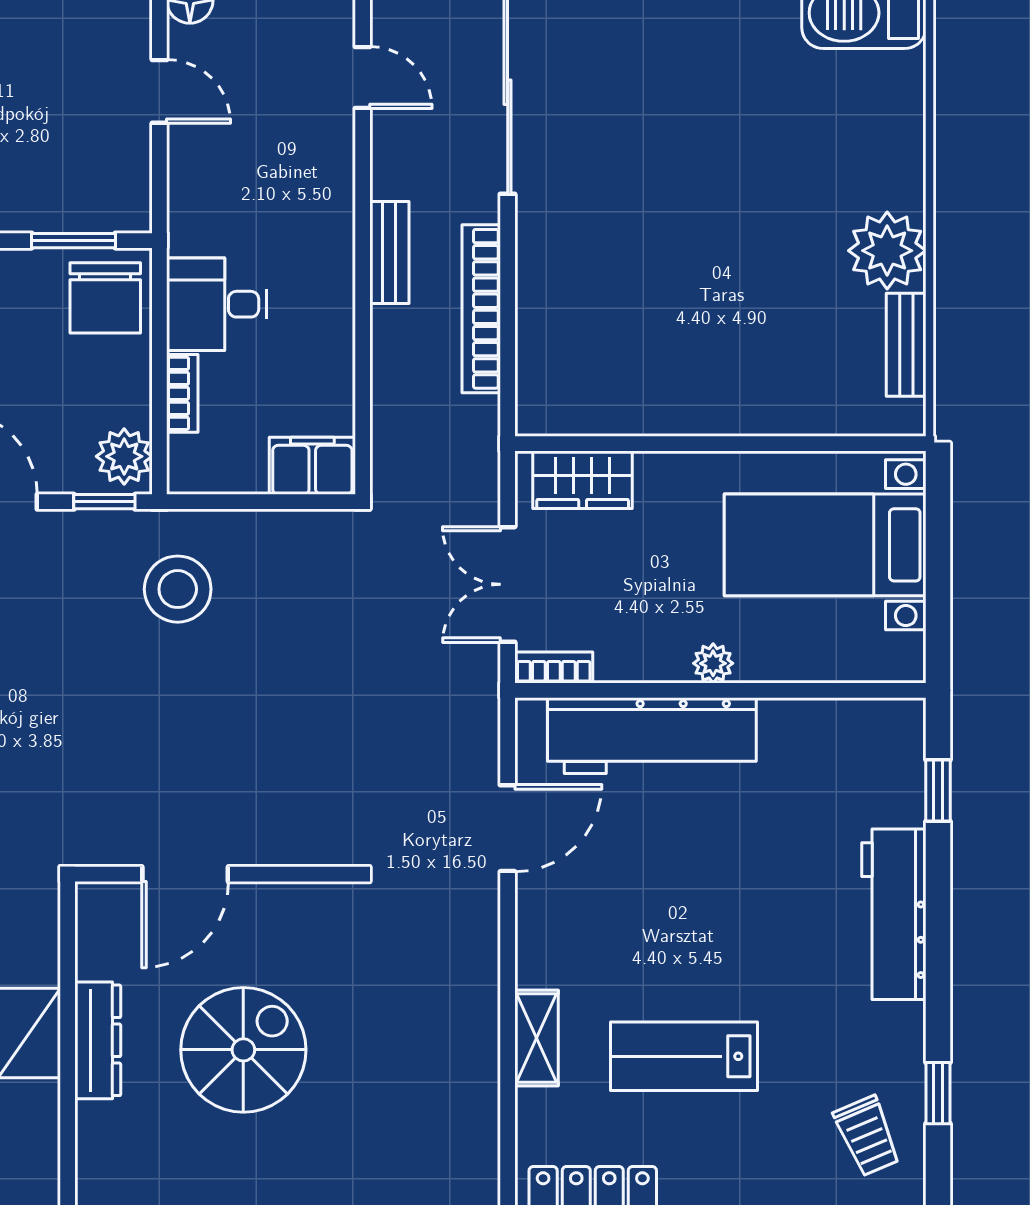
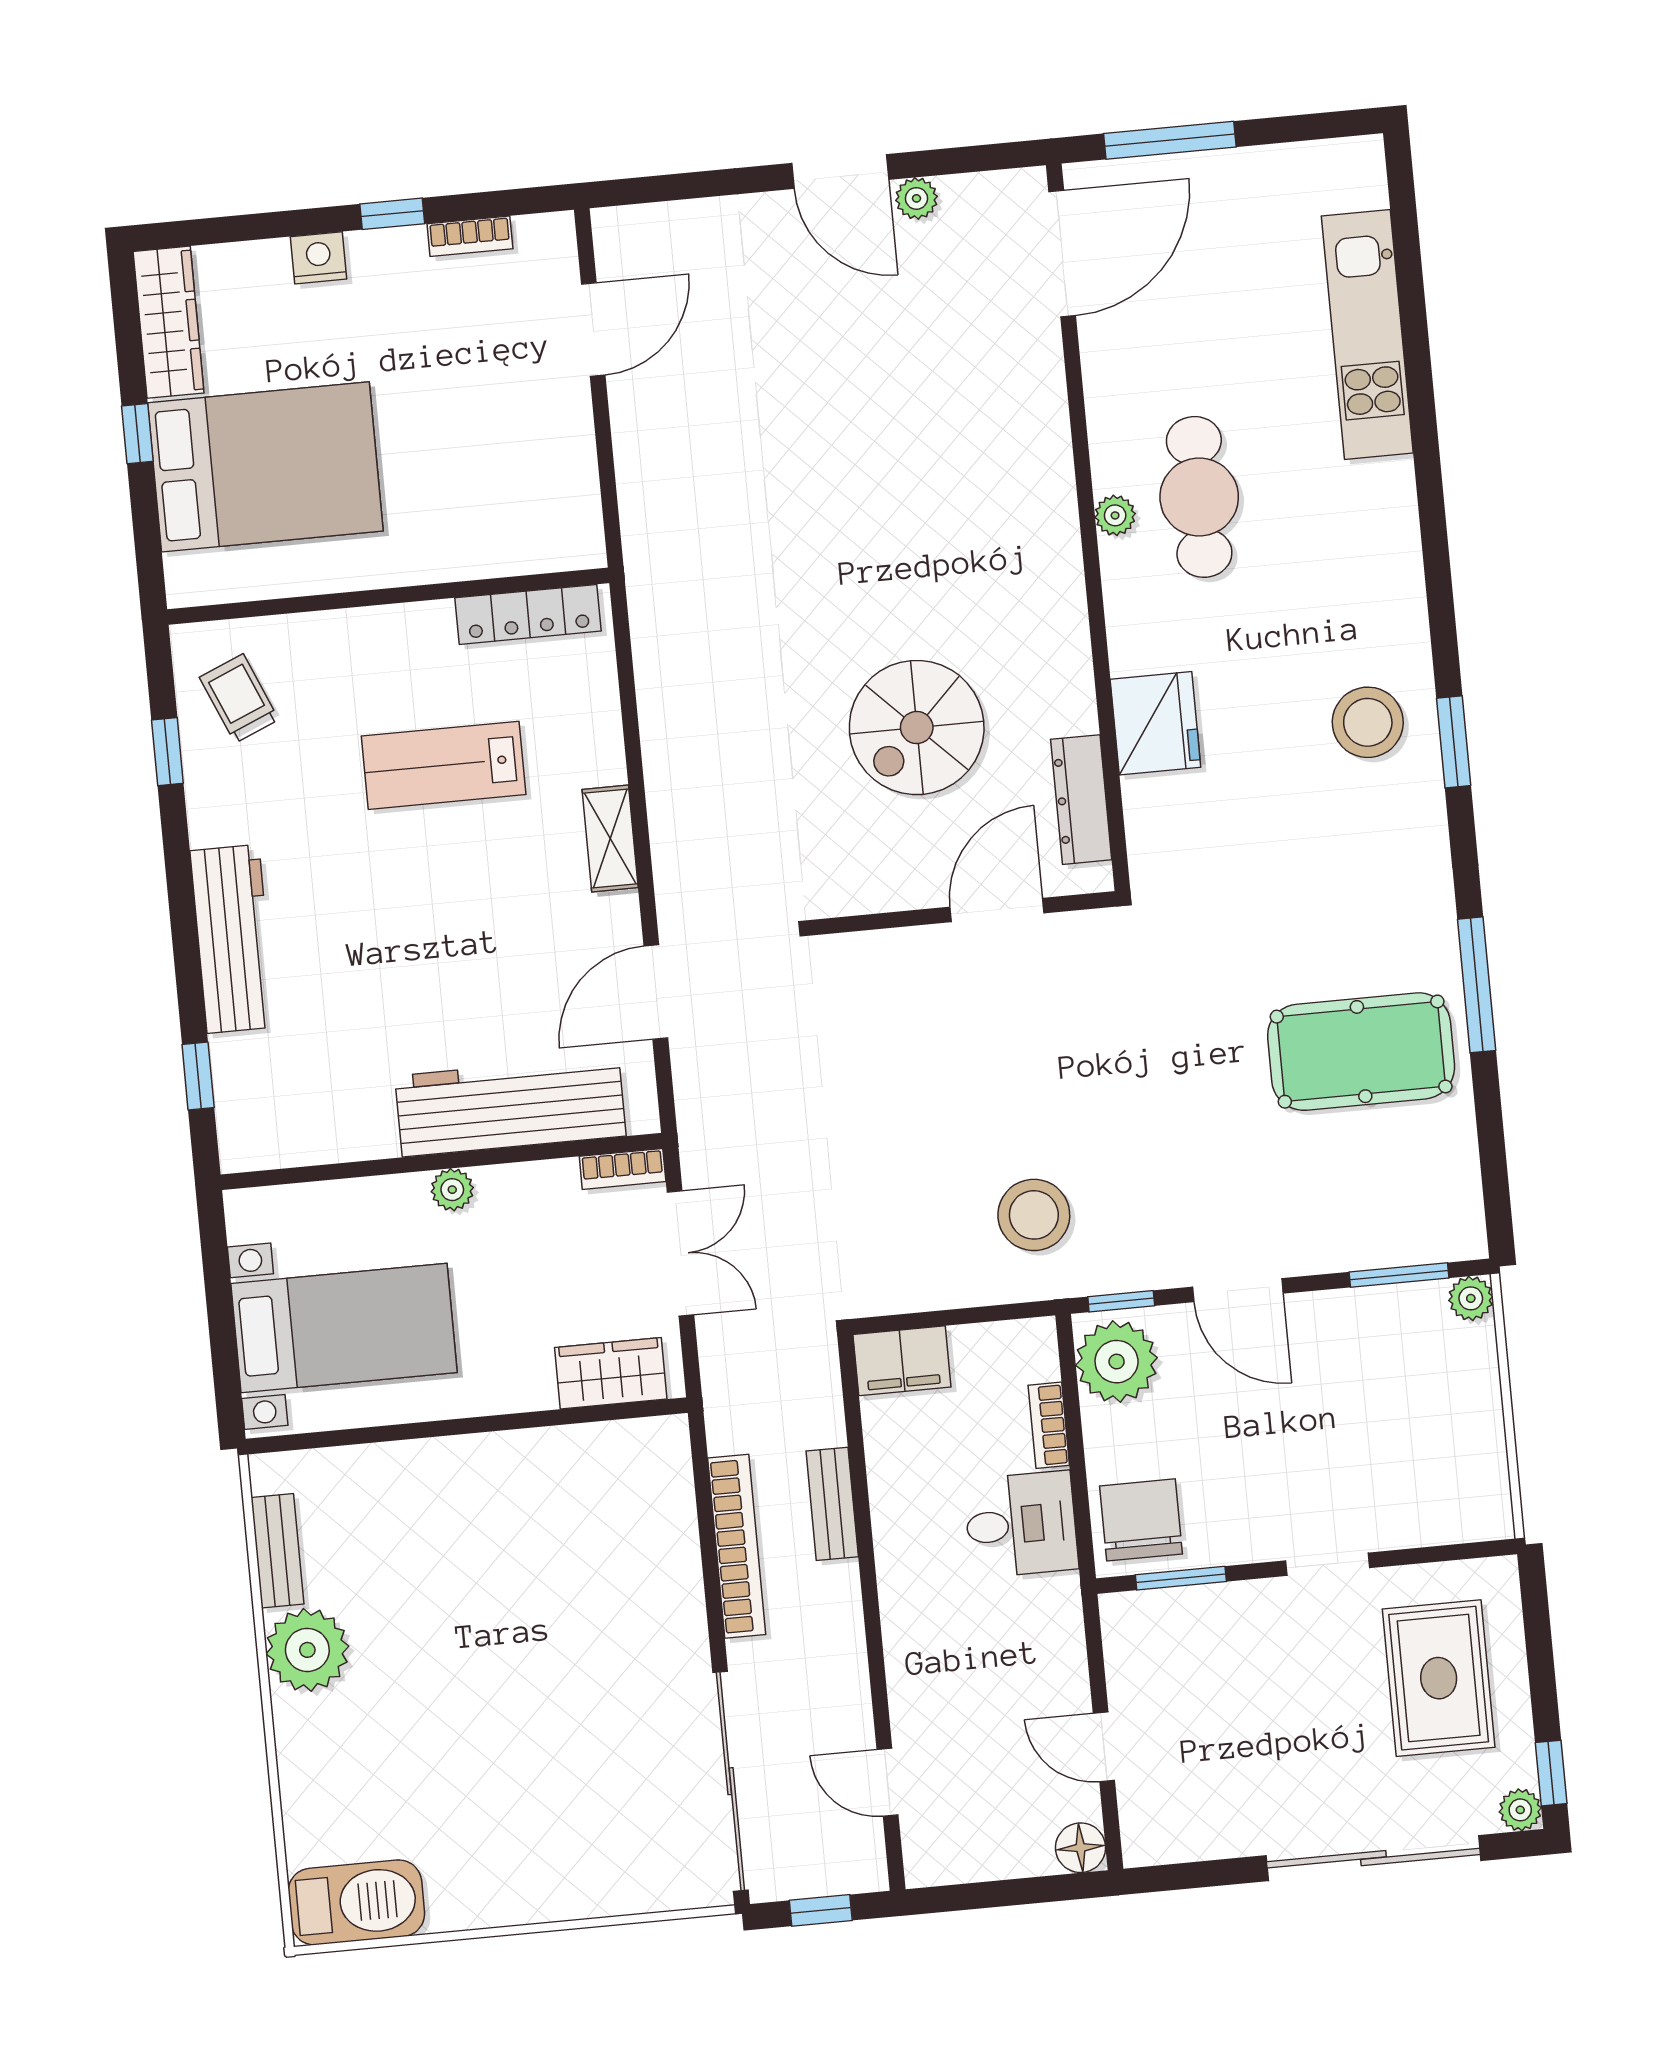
bench: (389, 253) -> (832, 1504), moved
plant: (124, 456) -> (1117, 1362), width x1.36, depth x1.36
shelving: (536, 1038) -> (610, 839), moved
dresser: (98, 1040) -> (1081, 800), moved
lab bench: (684, 1056) -> (444, 765), turned 180

